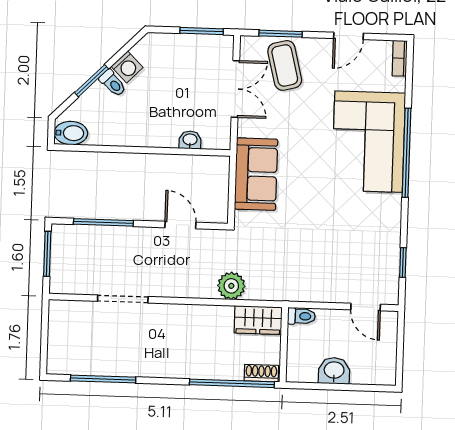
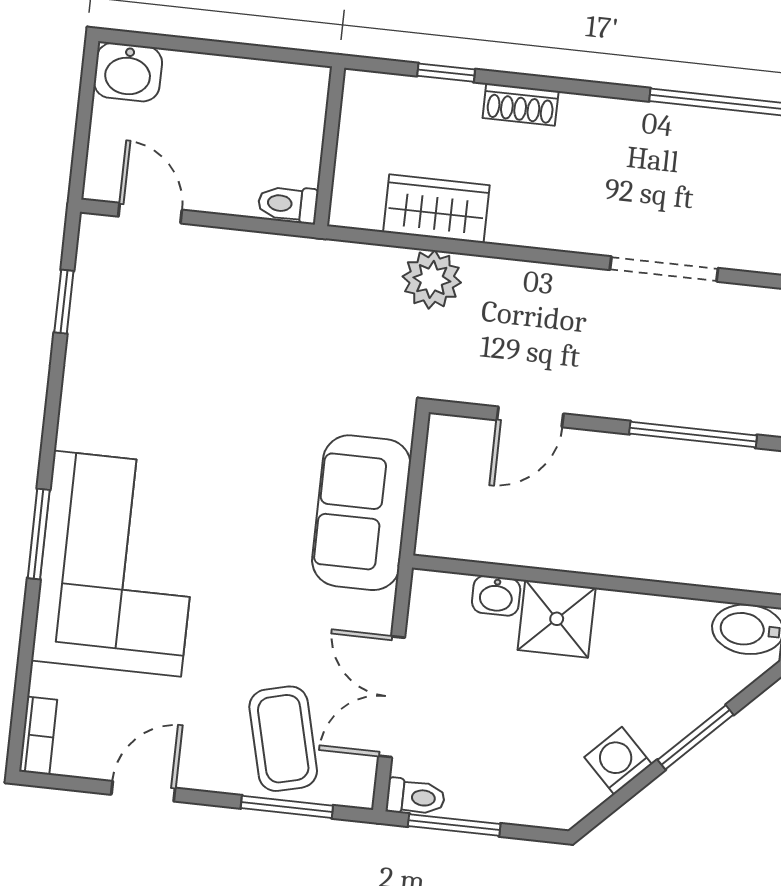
toilet: (113, 83) -> (415, 797), moved, turned 135
shower: (161, 131) -> (557, 619), added
window: (407, 153) -> (39, 534), width x0.47
door: (180, 225) -> (530, 417), hinge flipped
wardrobe: (258, 320) -> (436, 209), moved
washbasin: (334, 371) -> (128, 72), moved
shoe rack: (261, 373) -> (521, 105), moved
window: (232, 383) -> (446, 73), width x0.32

